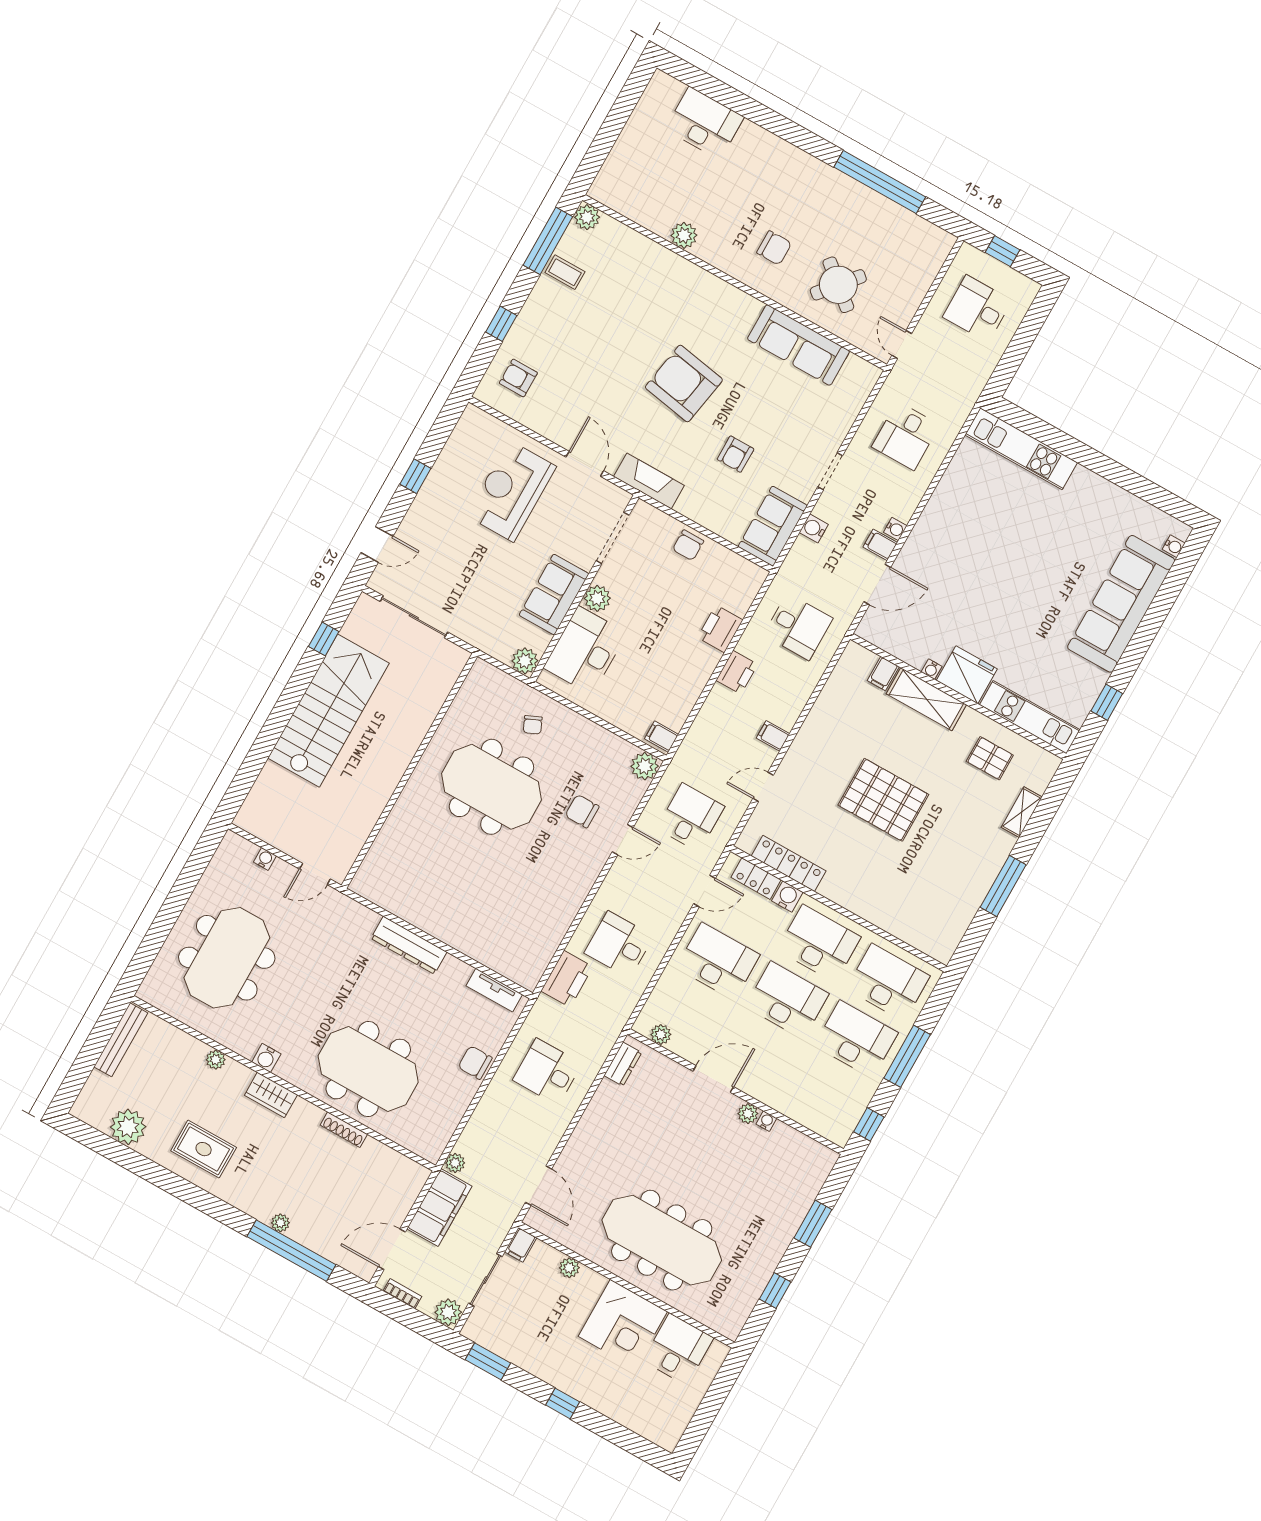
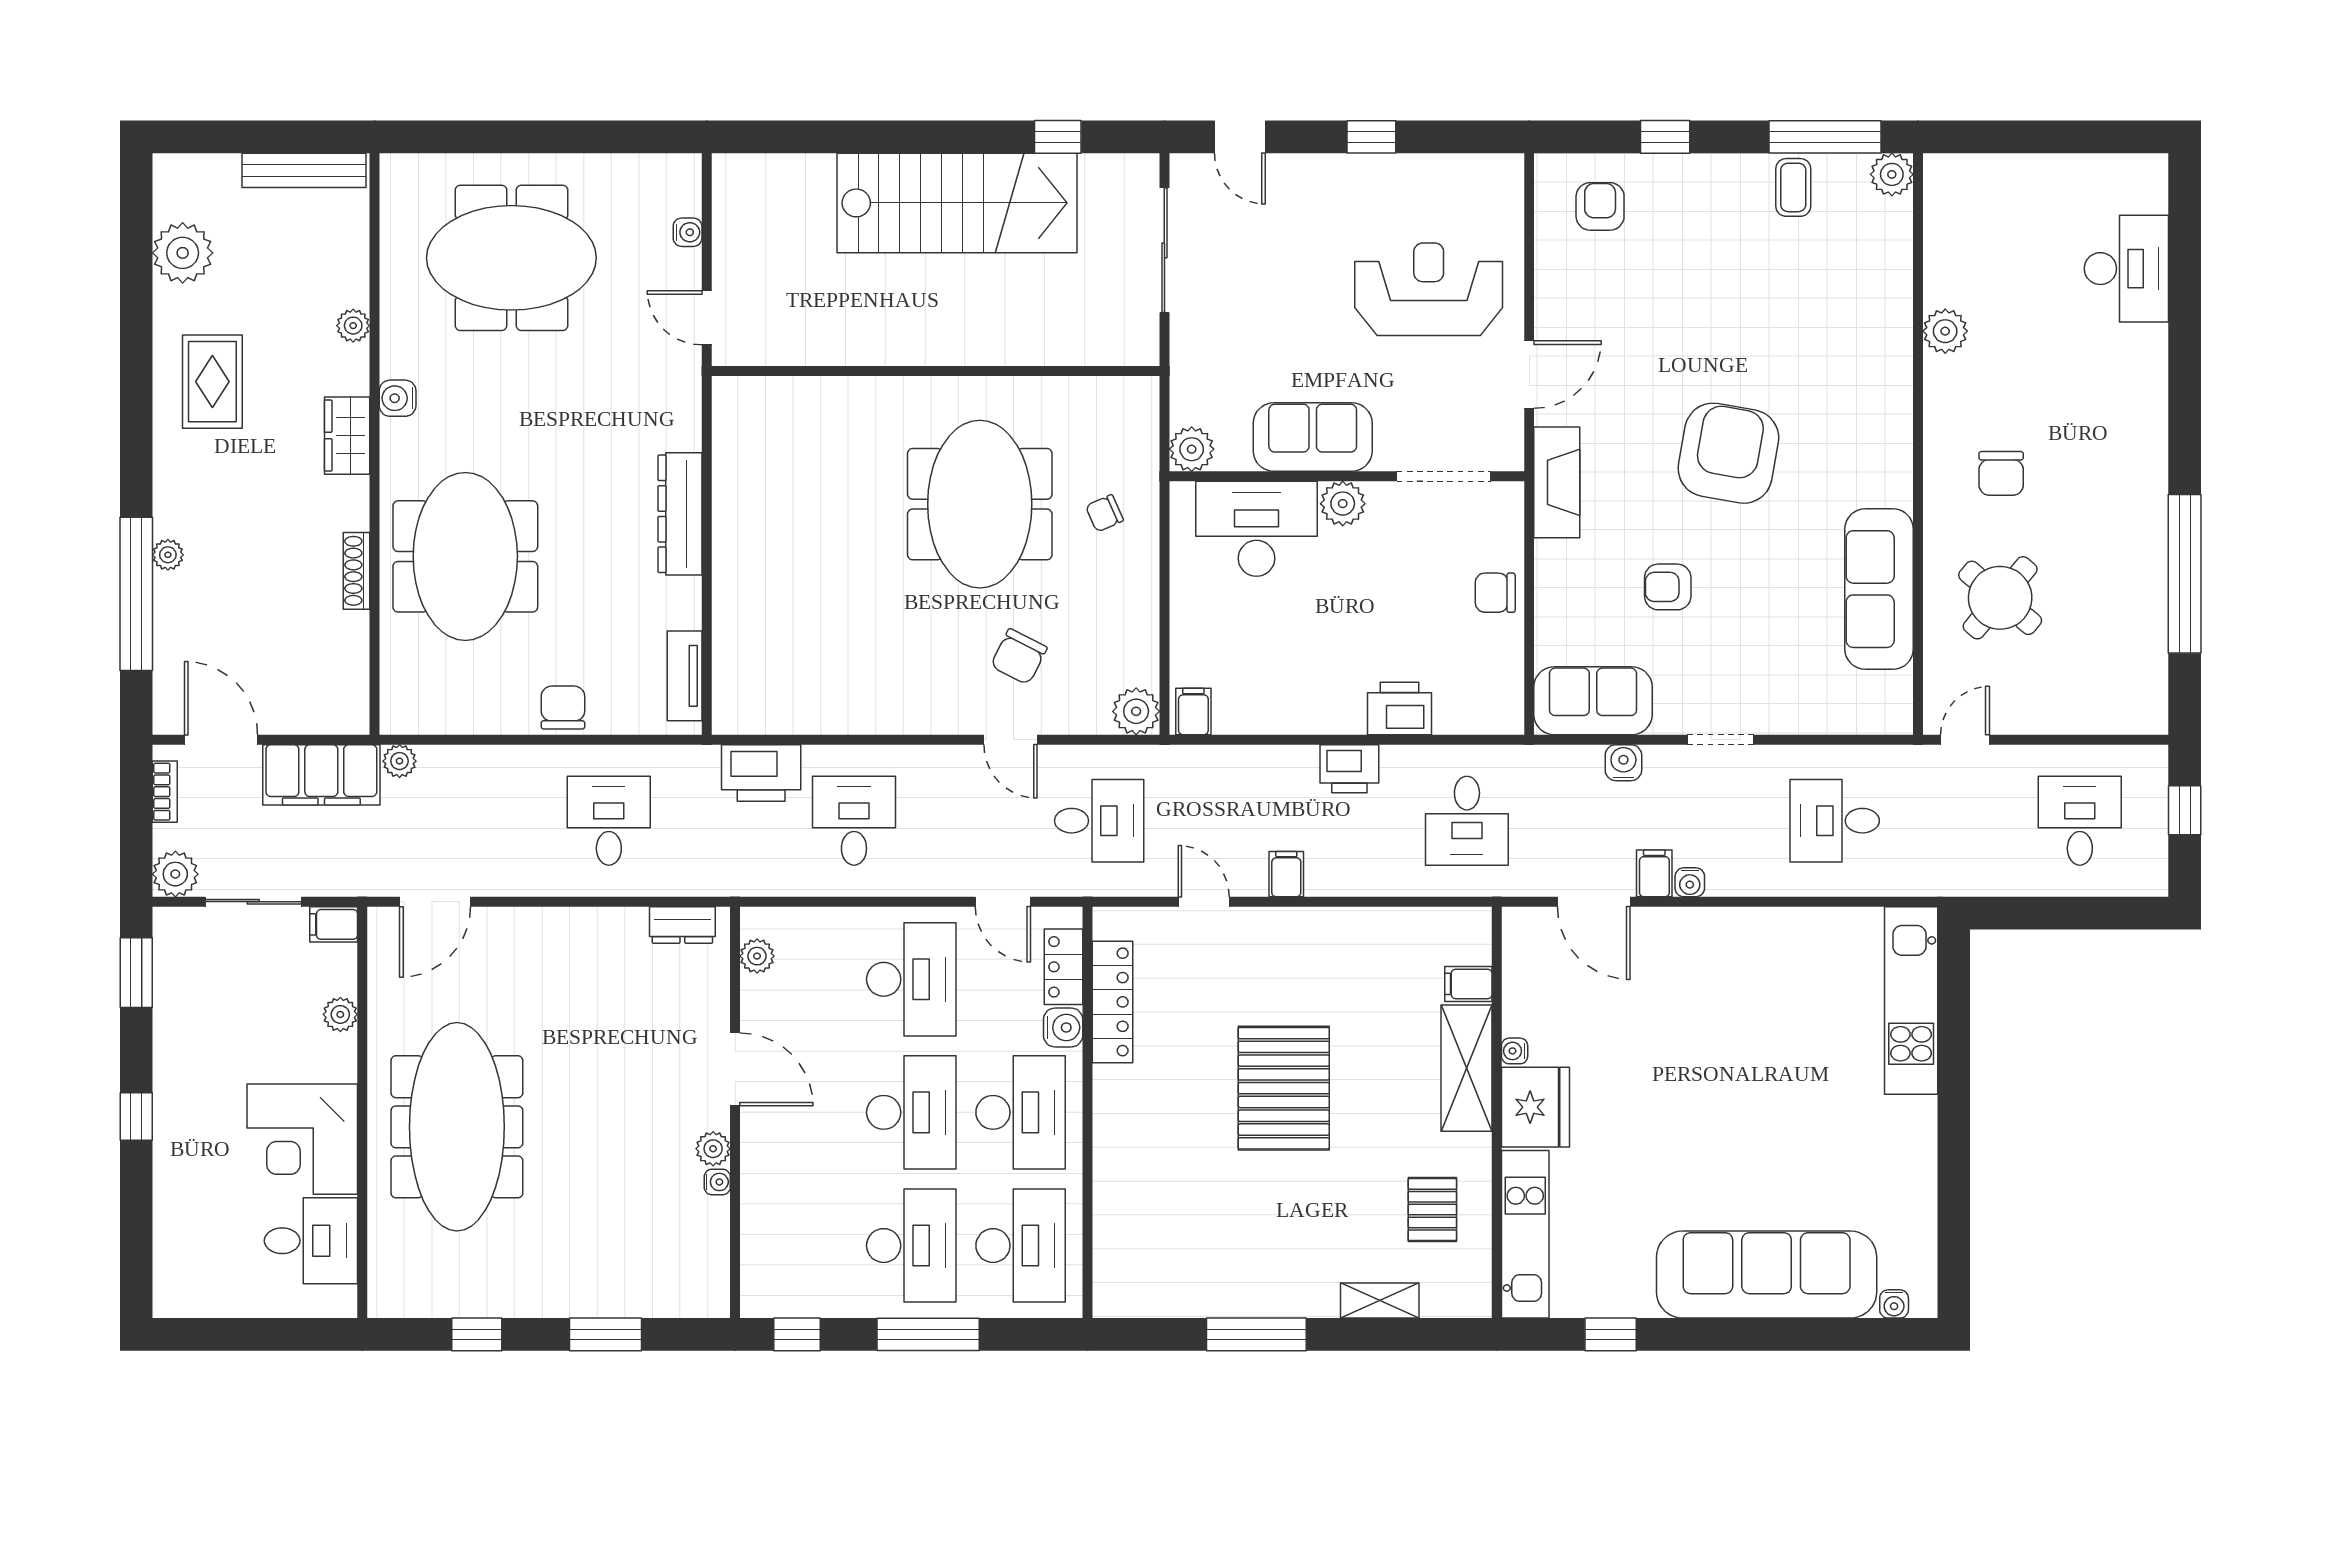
chair: (582, 811) -> (1019, 657), turned -153

